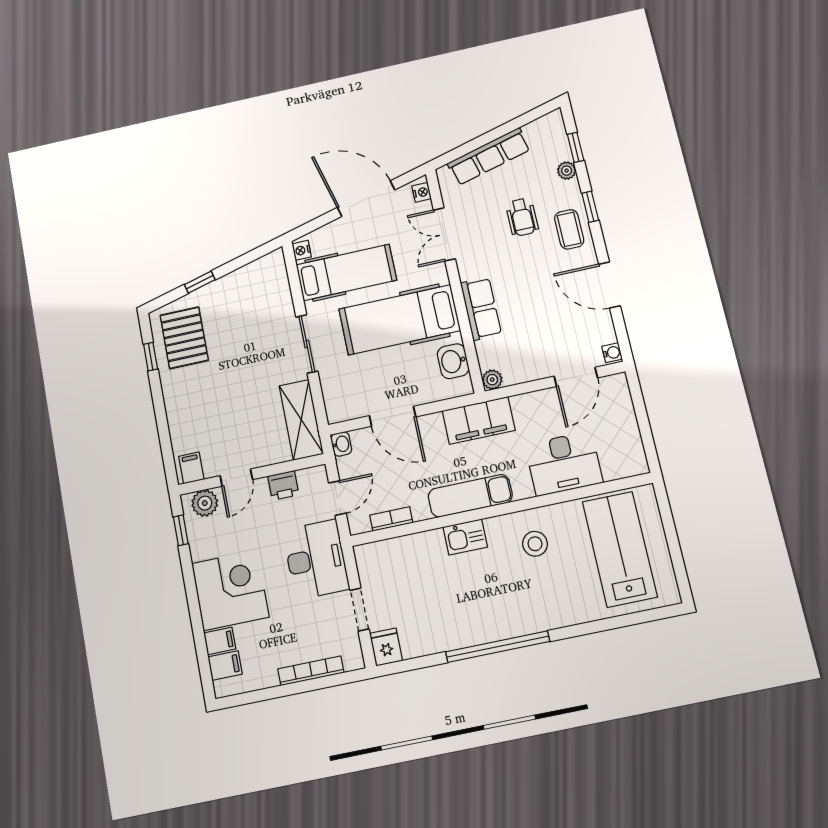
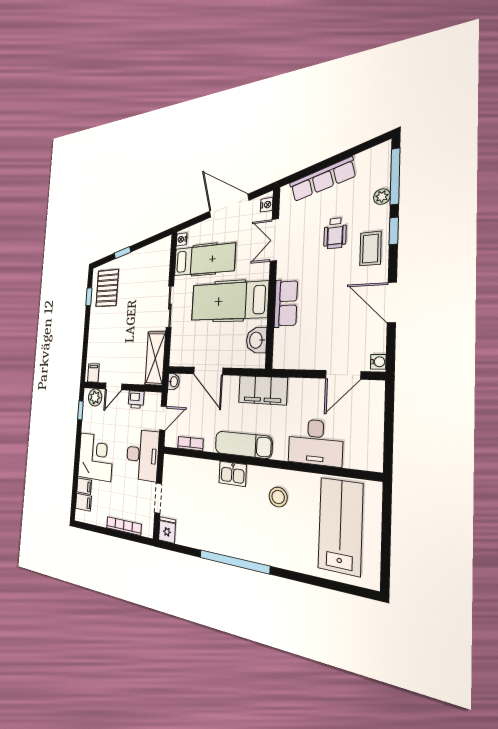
window: (576, 147) -> (395, 176), width x2.17
plant: (492, 380) -> (280, 361), removed

